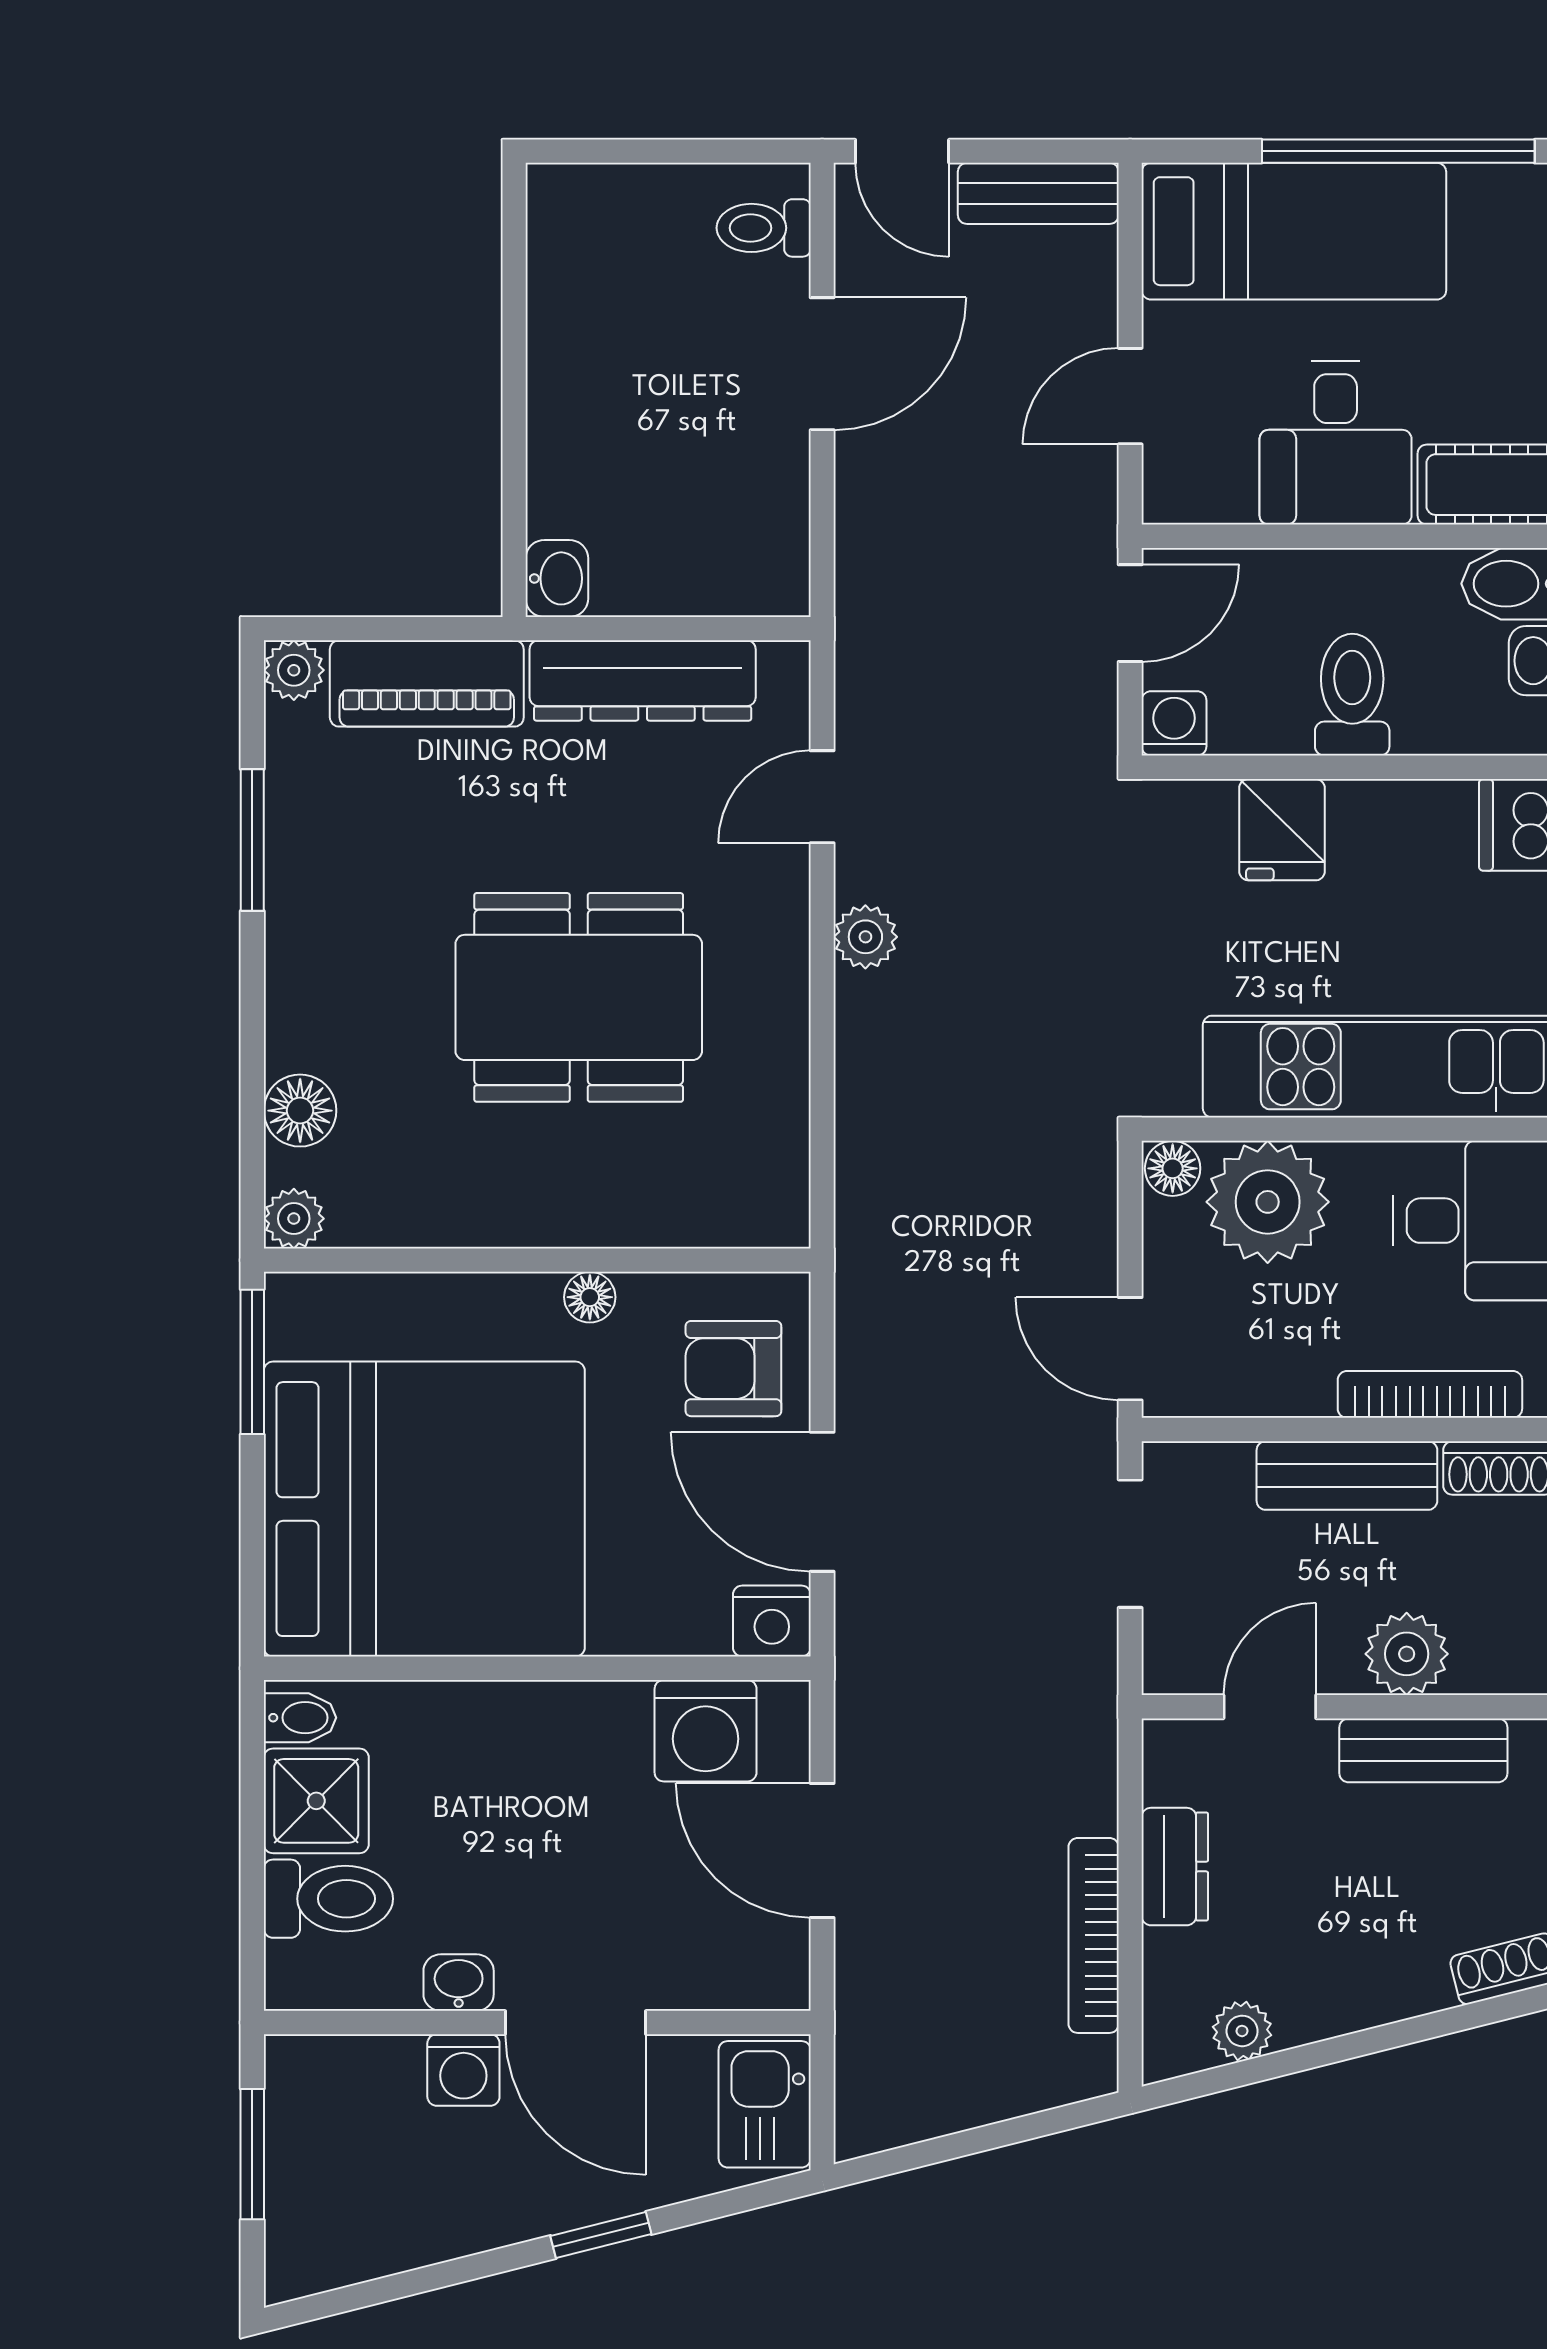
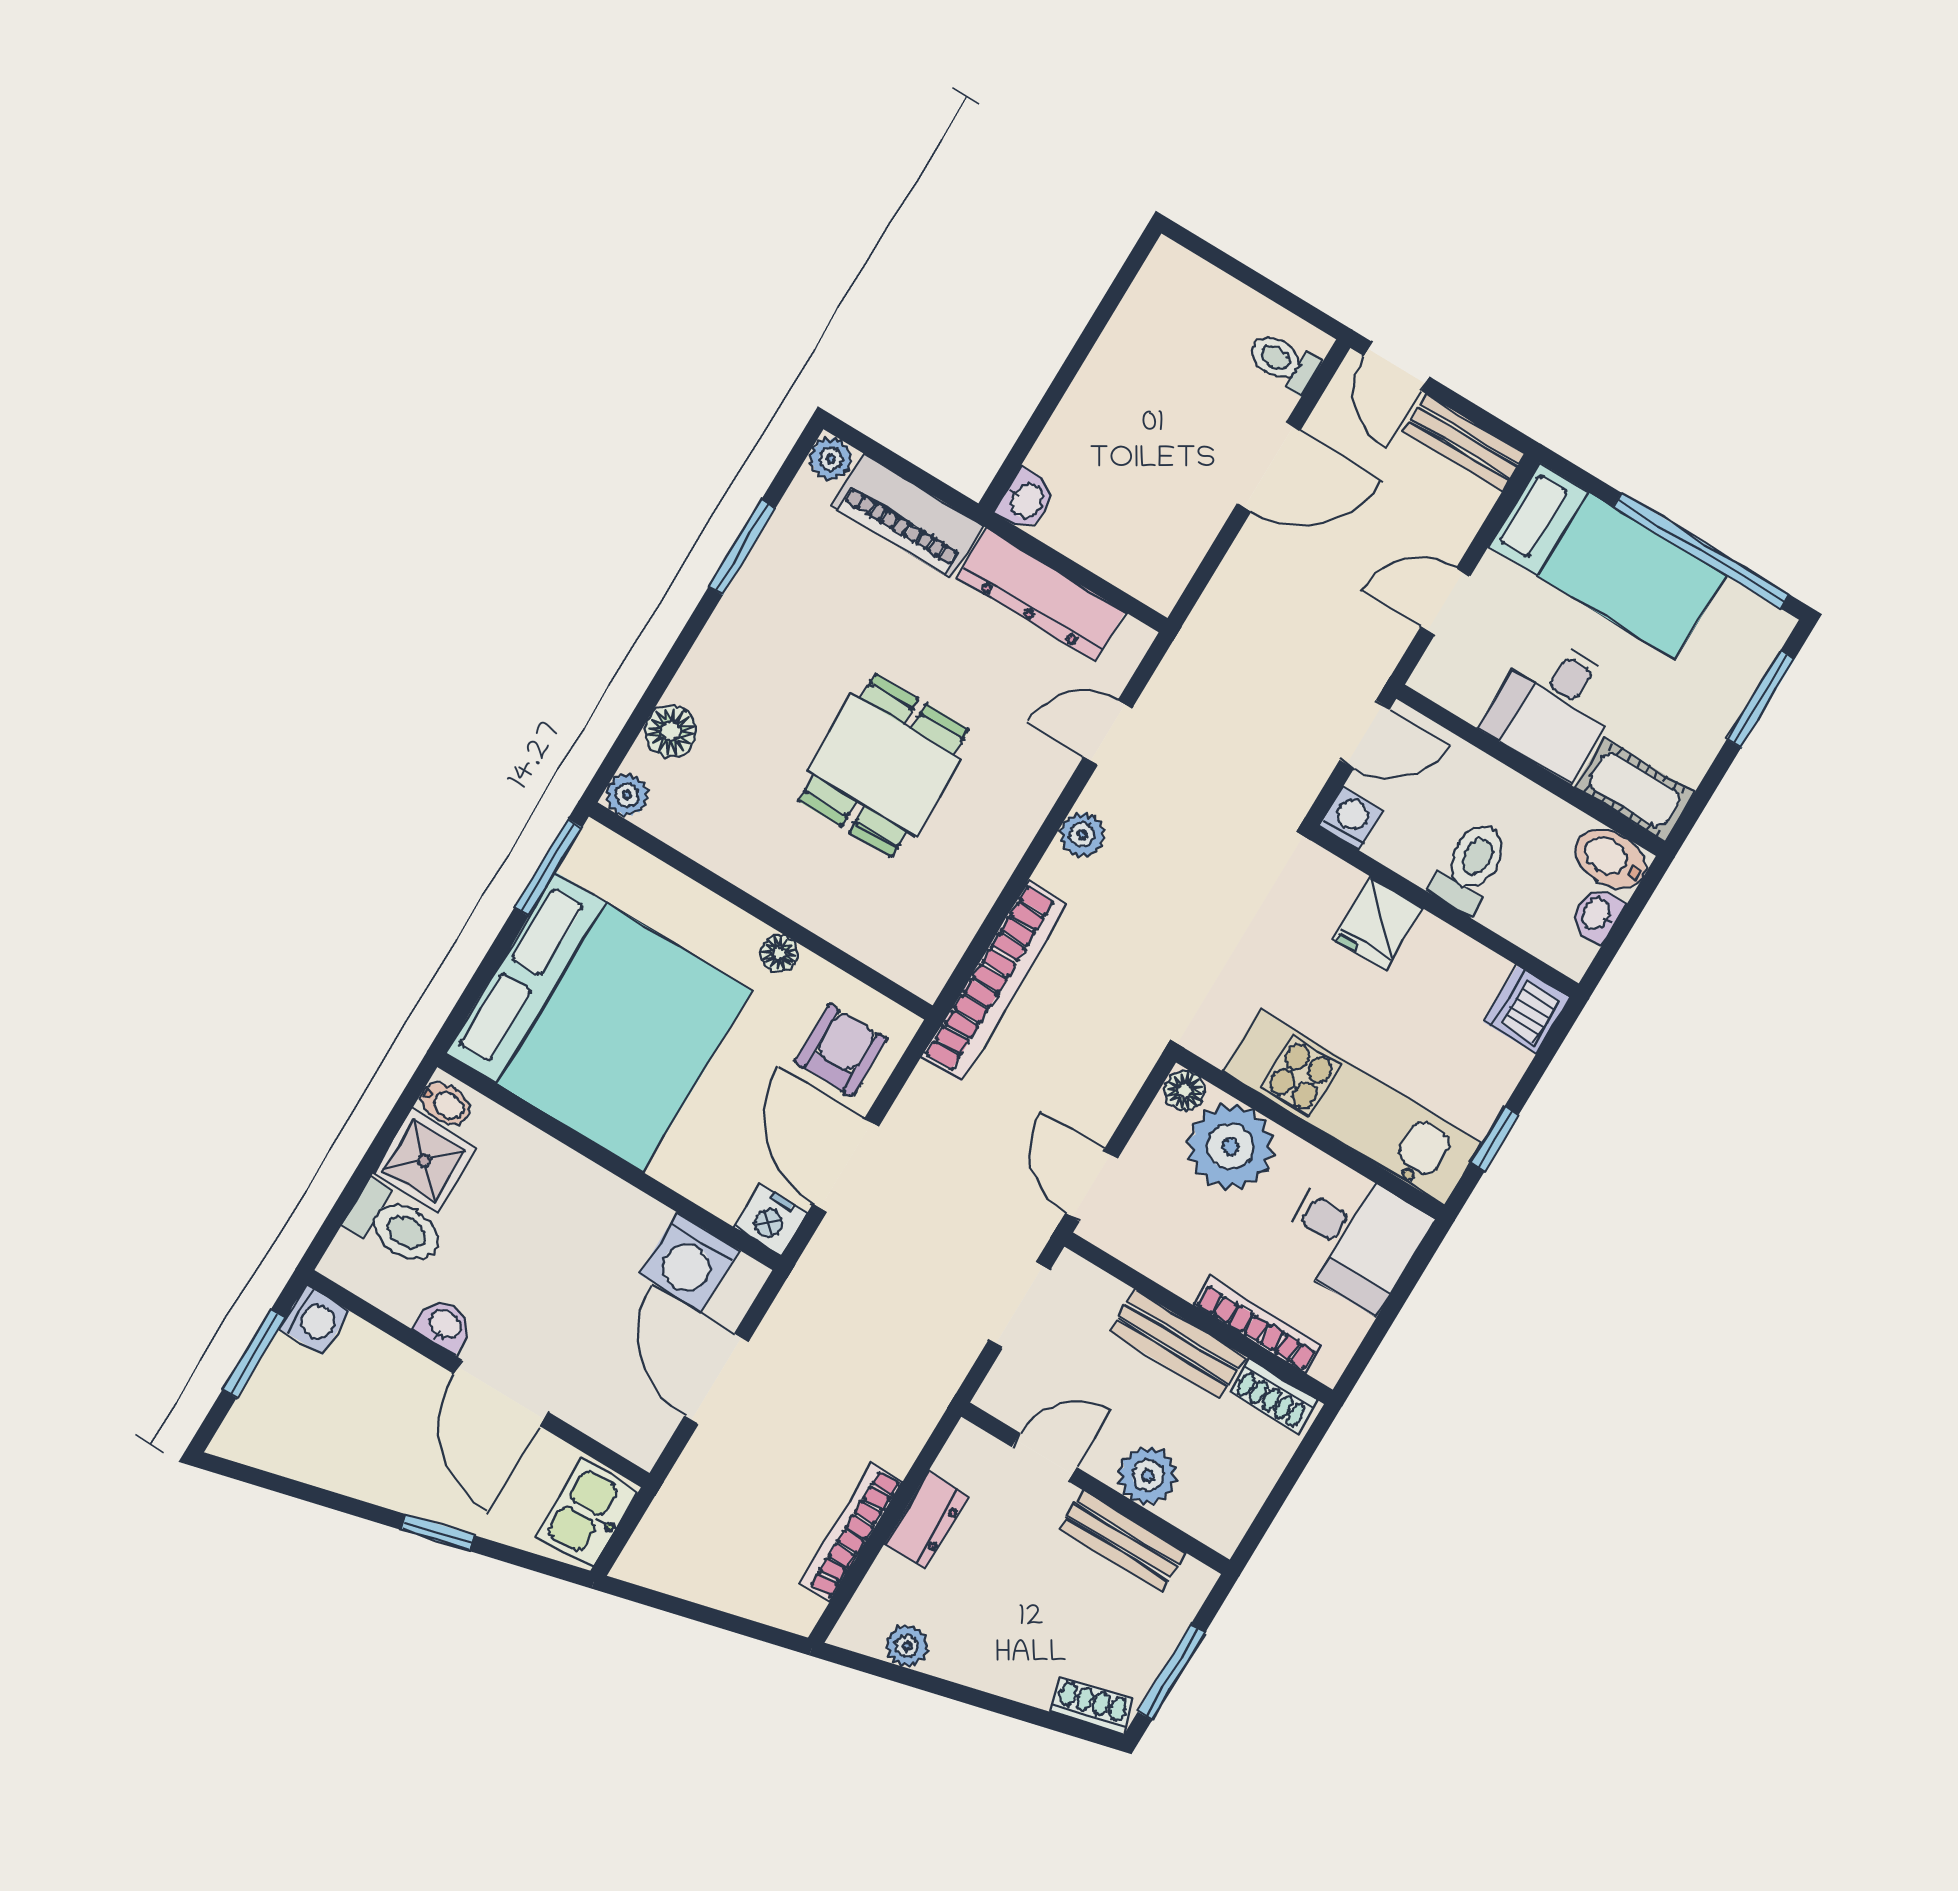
dining table: (579, 997) -> (884, 765), width x0.73
bookcase: (866, 1175) -> (994, 981), added
armchair: (733, 1369) -> (841, 1050), turned 90
washing machine: (463, 2070) -> (314, 1320), moved, turned -90

